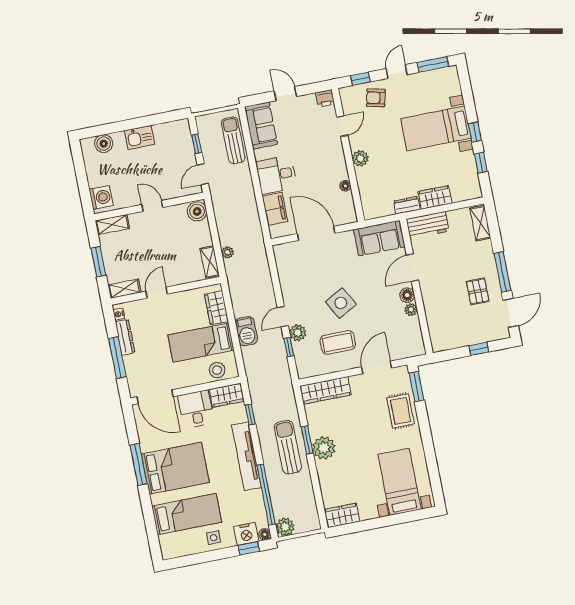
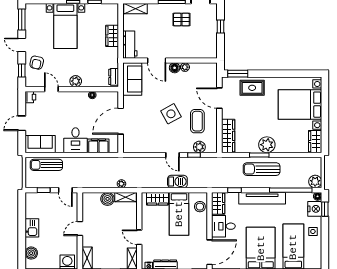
dresser: (407, 205) -> (114, 77), moved
boiler: (197, 211) -> (108, 199), moved
plant: (298, 333) -> (199, 147), moved
bed with nightstands: (400, 482) -> (300, 105), width x1.36

